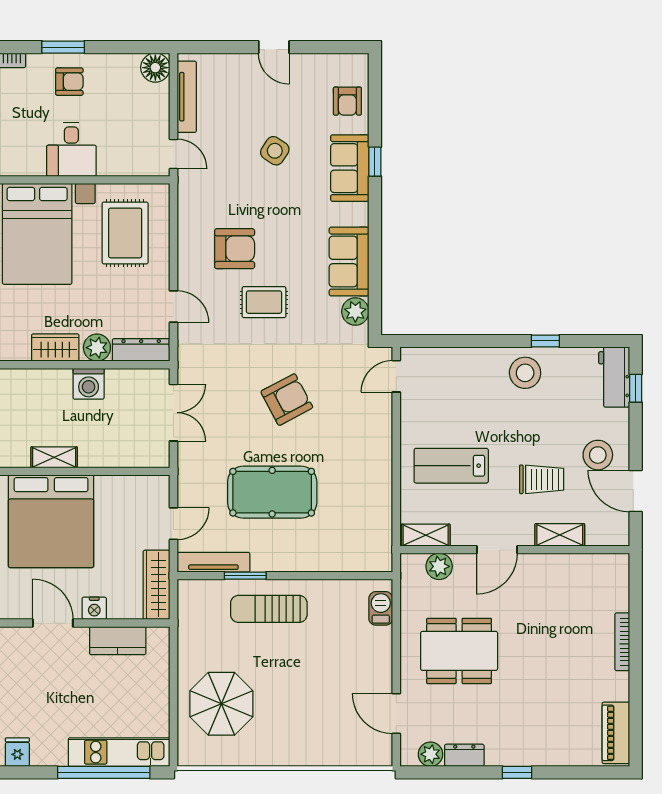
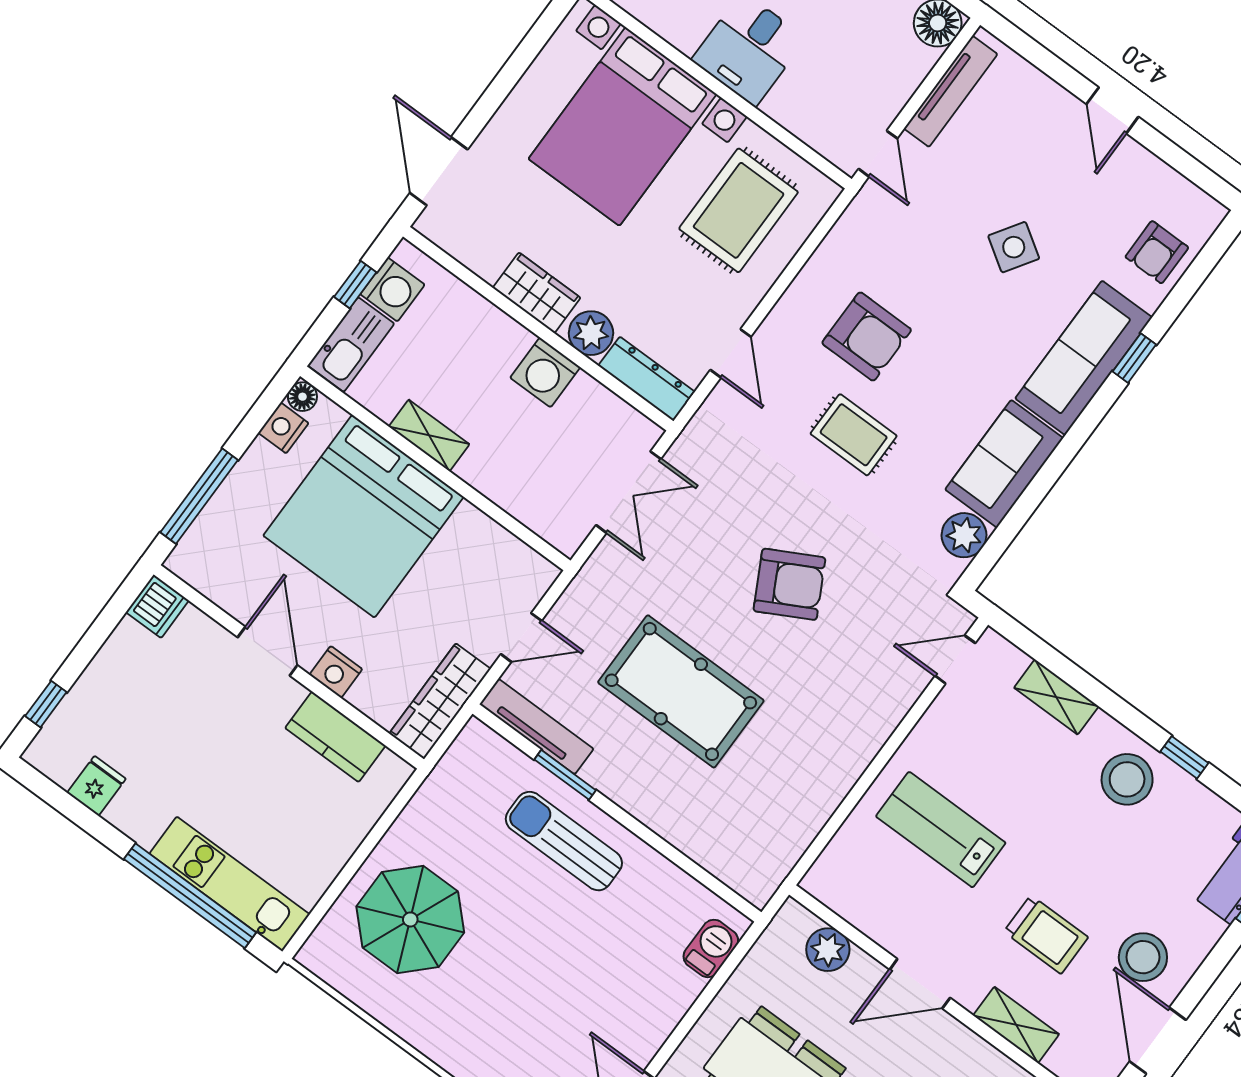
sofa: (350, 168) -> (1084, 358), width x1.36
shelving: (426, 535) -> (1056, 697), moved

